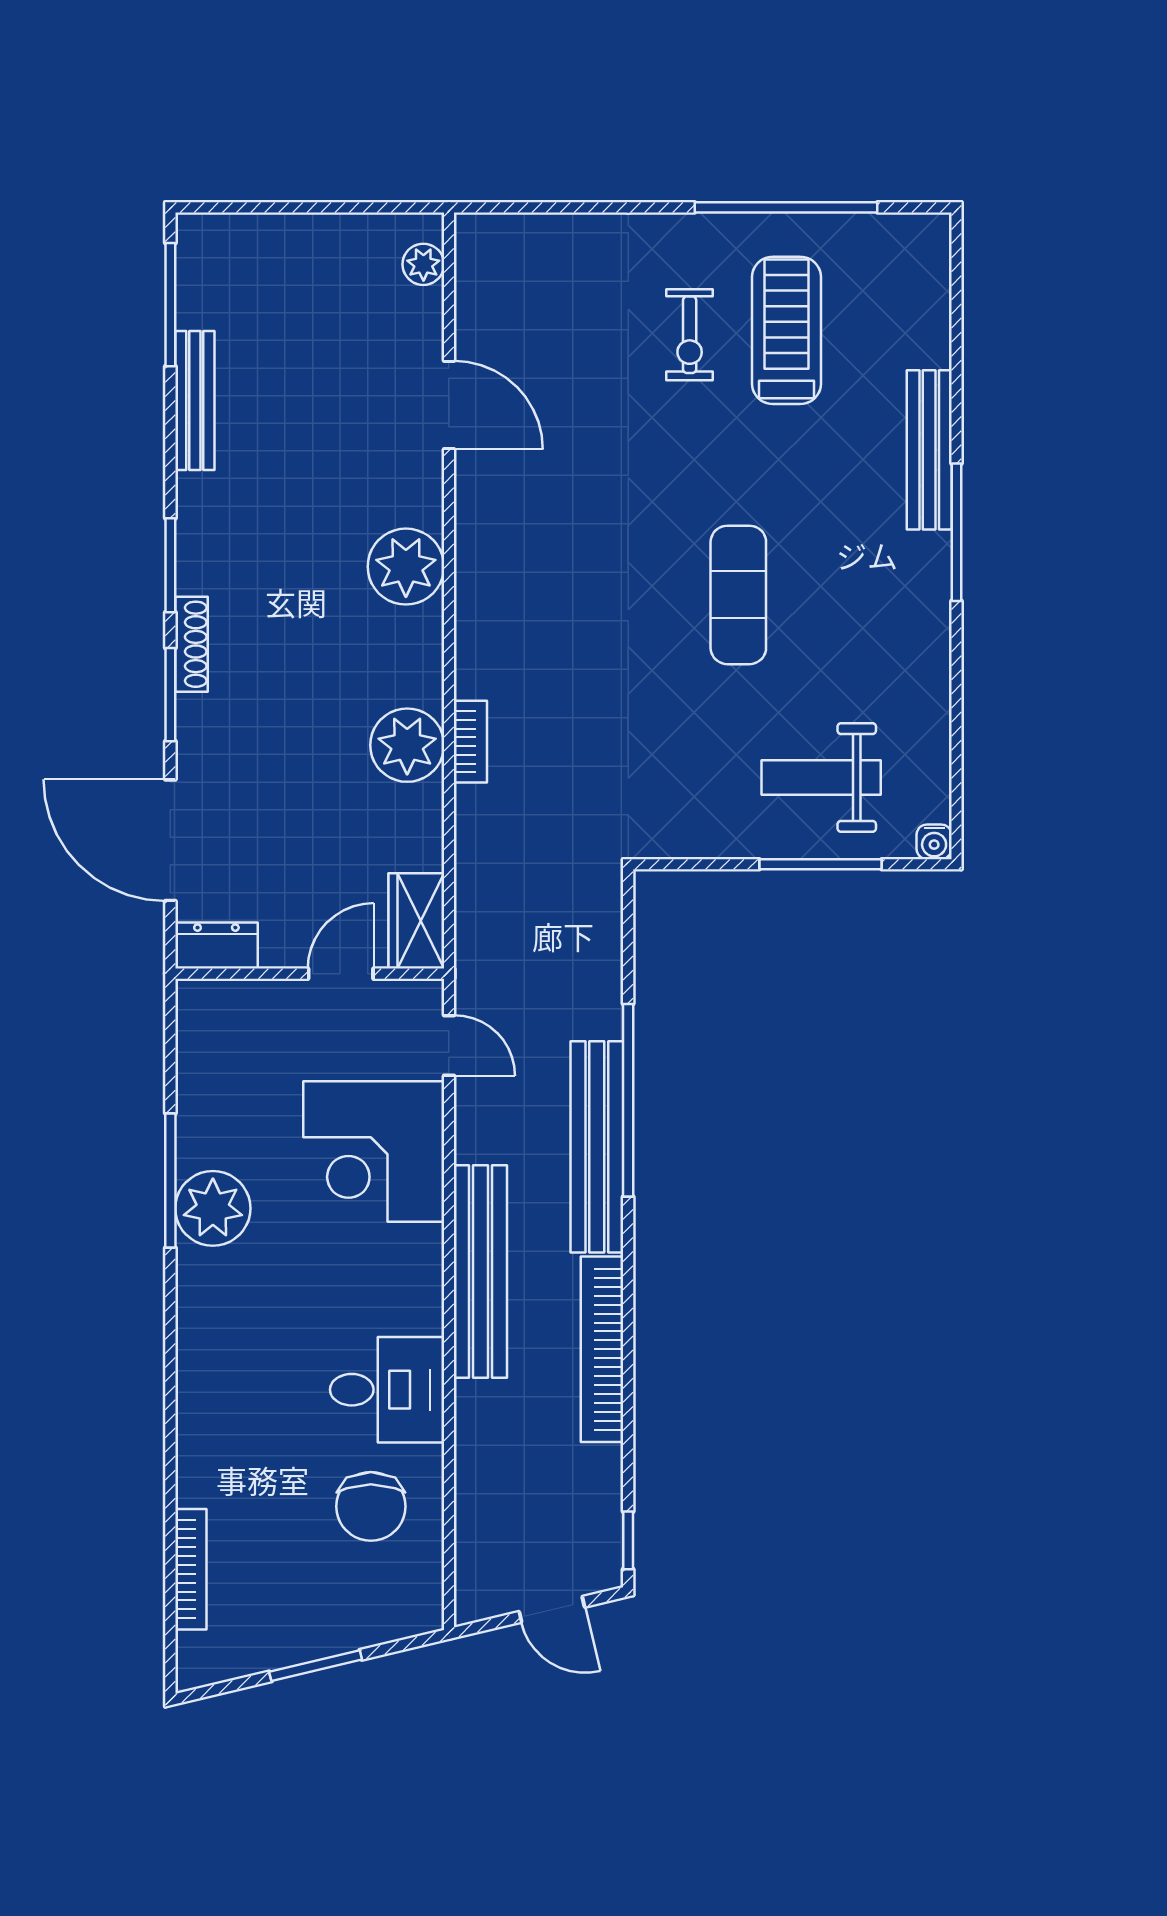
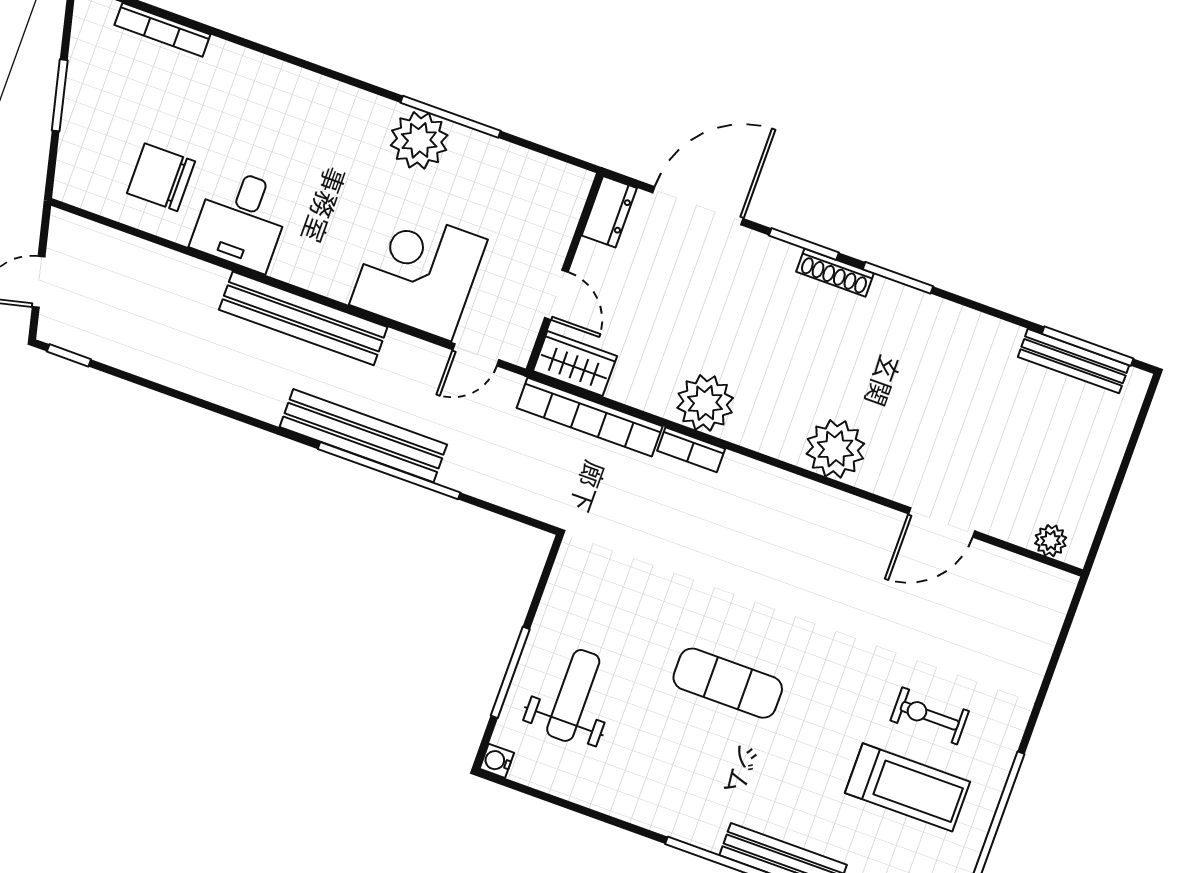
bench: (195, 401) -> (1073, 361), moved
bookcase: (602, 1349) -> (590, 417), moved, turned 180

